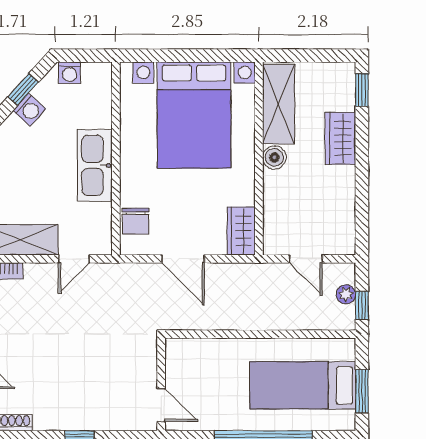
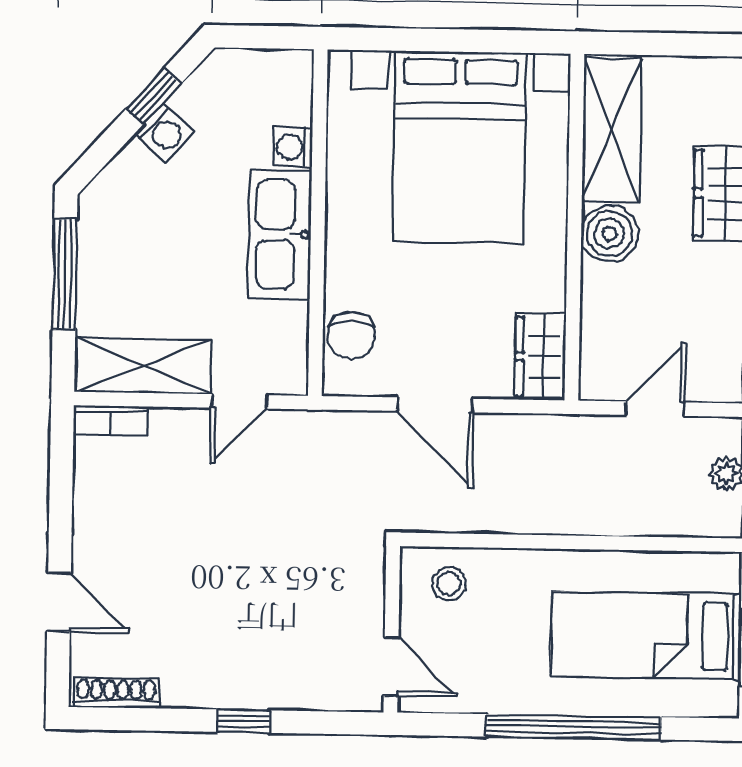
washing machine: (70, 73) -> (293, 147), moved, turned 90
boiler: (274, 157) -> (609, 234), width x1.36, depth x1.36
door: (306, 259) -> (655, 409), swing flipped
stool: (193, 358) -> (449, 584), added

